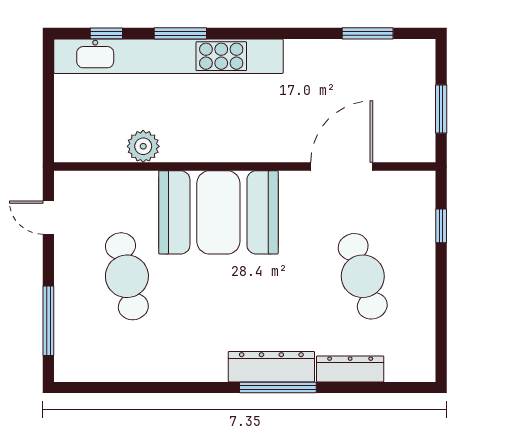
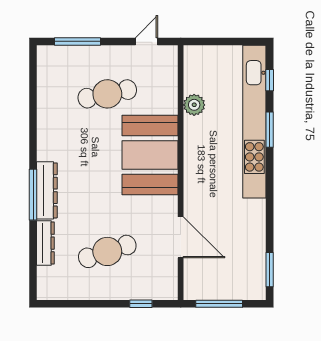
window: (368, 33) -> (270, 270), moved
window: (441, 109) -> (219, 304), width x1.44

